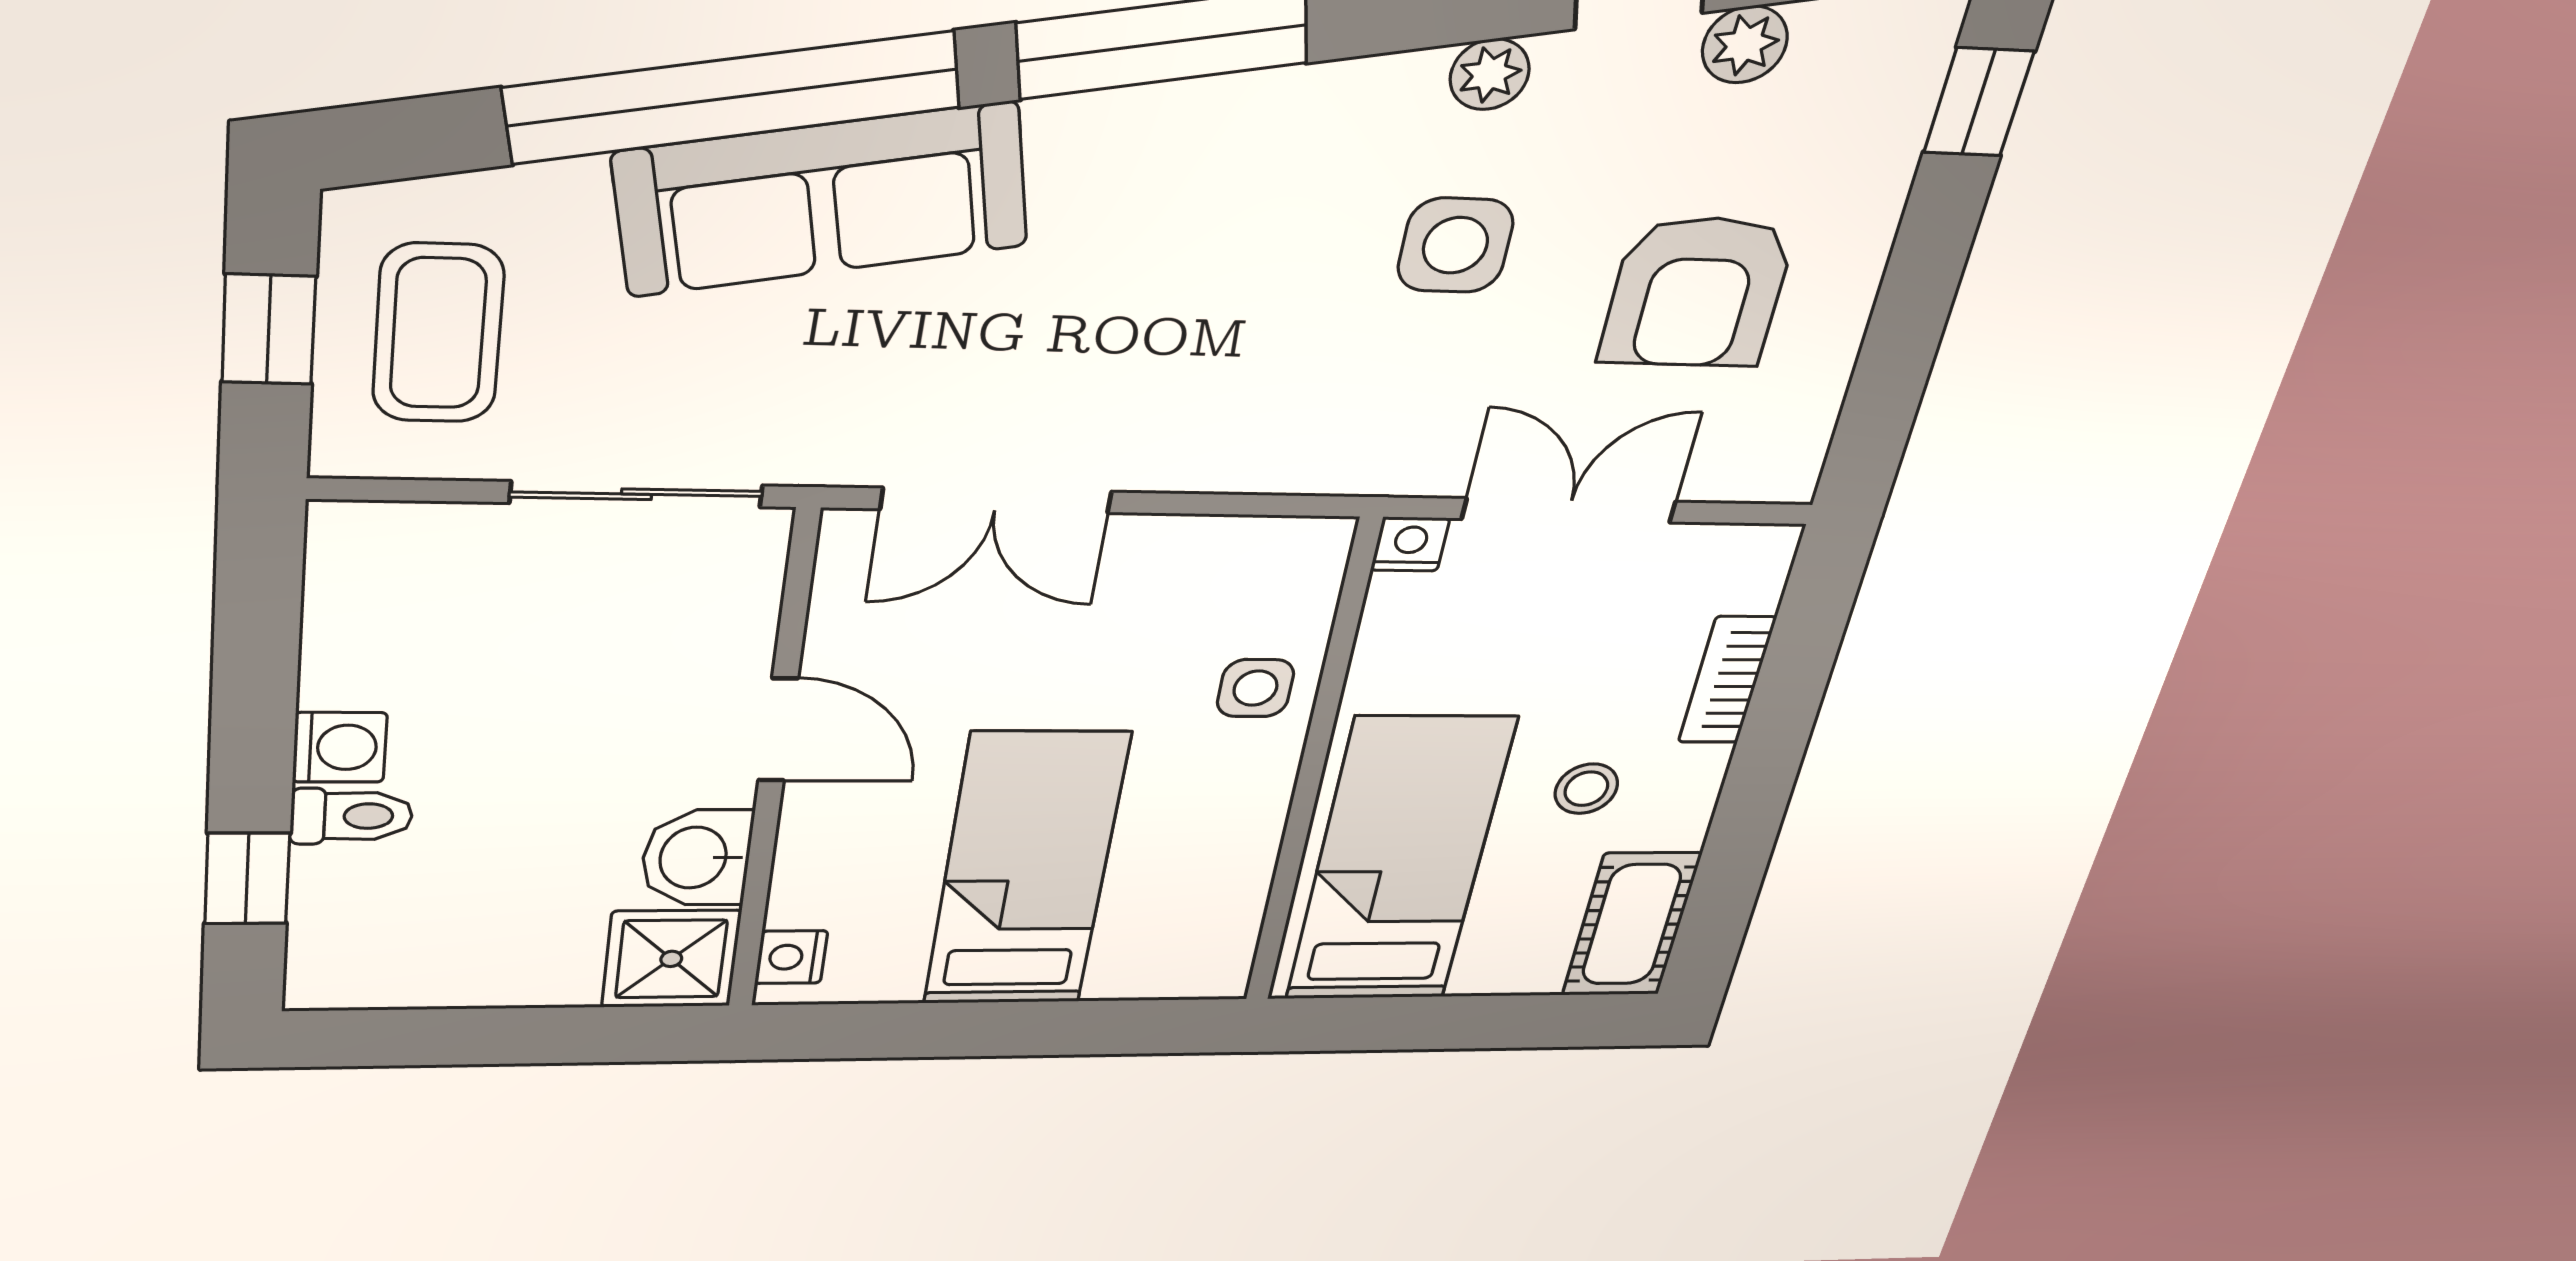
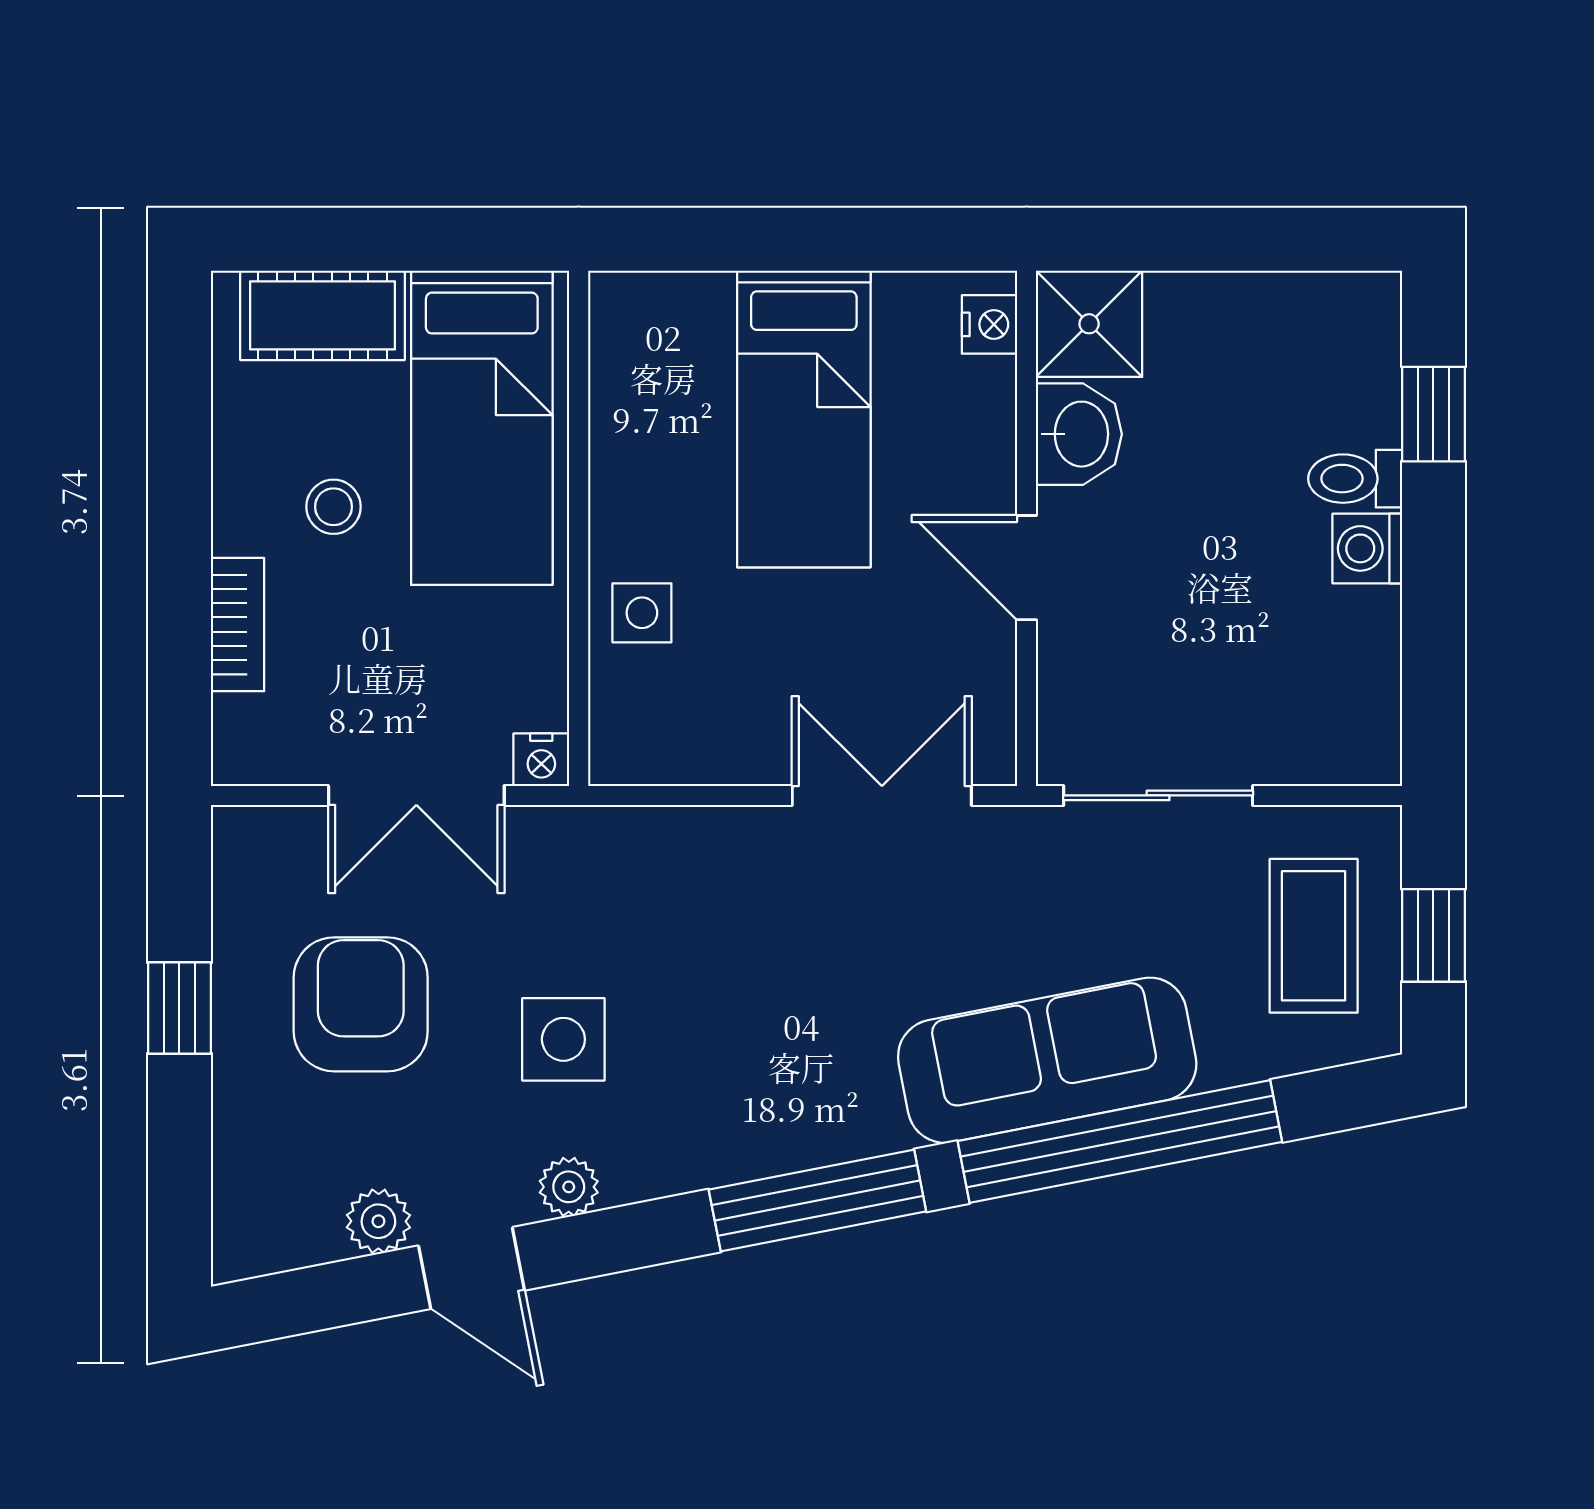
window: (1979, 102) -> (179, 1008), moved
cot: (1632, 924) -> (322, 315), moved, turned 90

